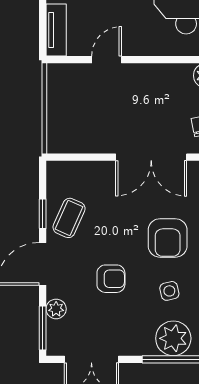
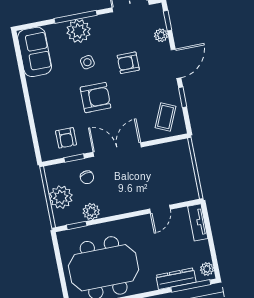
coffee table: (69, 218) -> (165, 117), moved
armchair: (168, 238) -> (96, 98), turned 90
window: (43, 328) -> (168, 21), width x0.67

